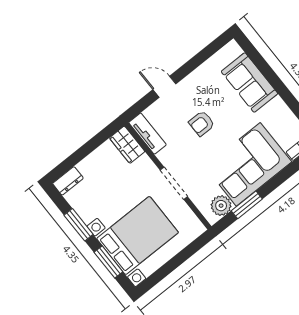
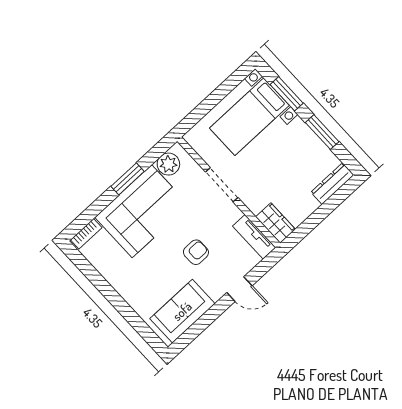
sofa: (250, 82) -> (182, 311), moved, turned -90
dresser: (68, 181) -> (332, 184), width x1.44
window: (247, 205) -> (128, 179), moved
bed with nightstands: (138, 235) -> (249, 117), width x0.73

